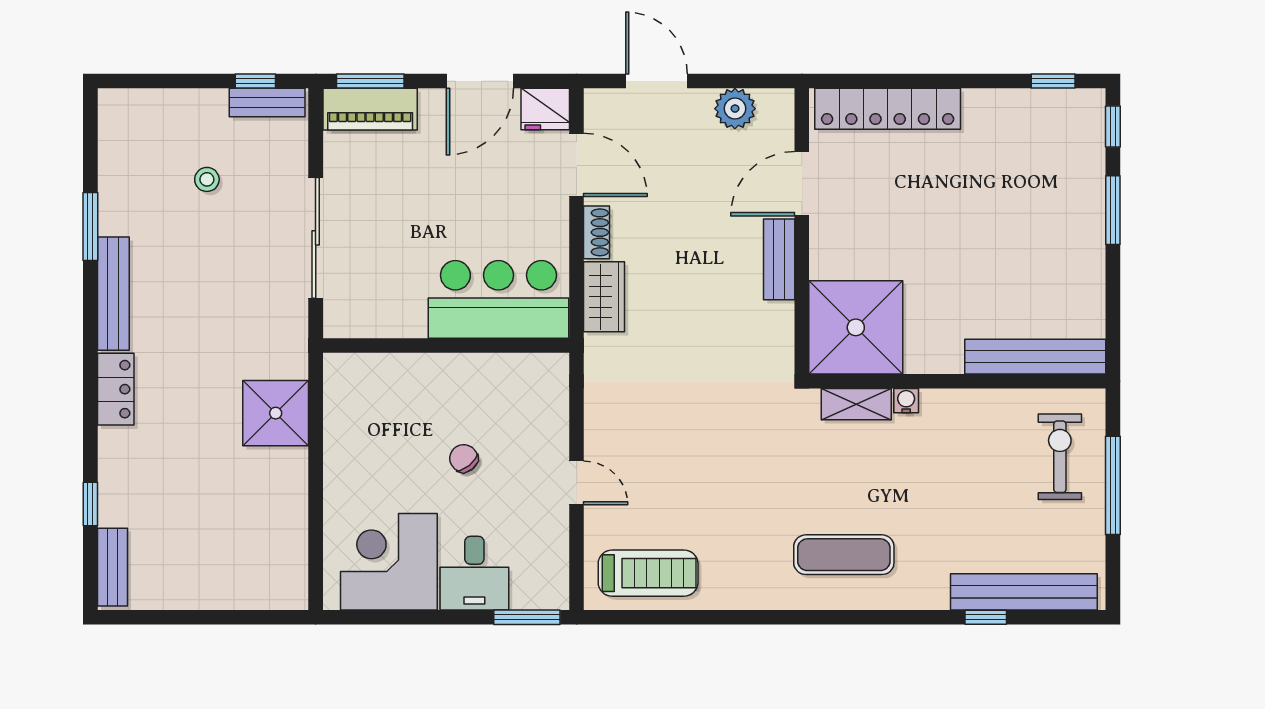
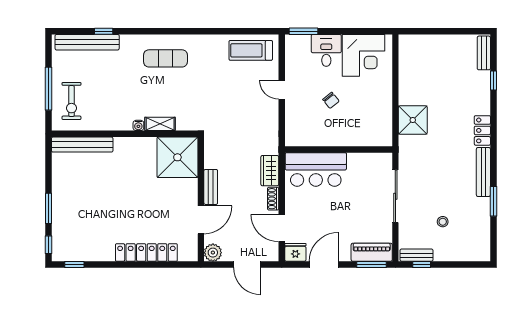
door: (802, 184) -> (201, 220), moved
wall: (802, 231) -> (201, 199), moved
bench: (779, 259) -> (211, 187), moved
shower: (856, 327) -> (177, 157), moved

